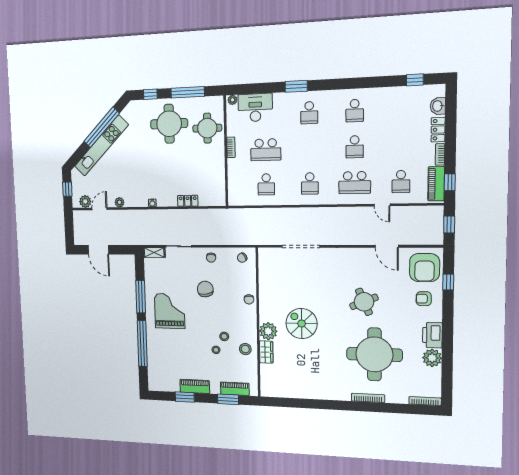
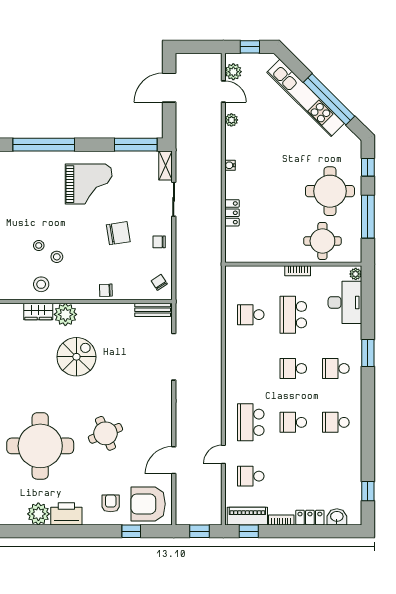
school desk: (310, 184) -> (293, 368), moved
bench: (264, 263) -> (153, 310), added
window: (141, 297) -> (136, 145), moved

